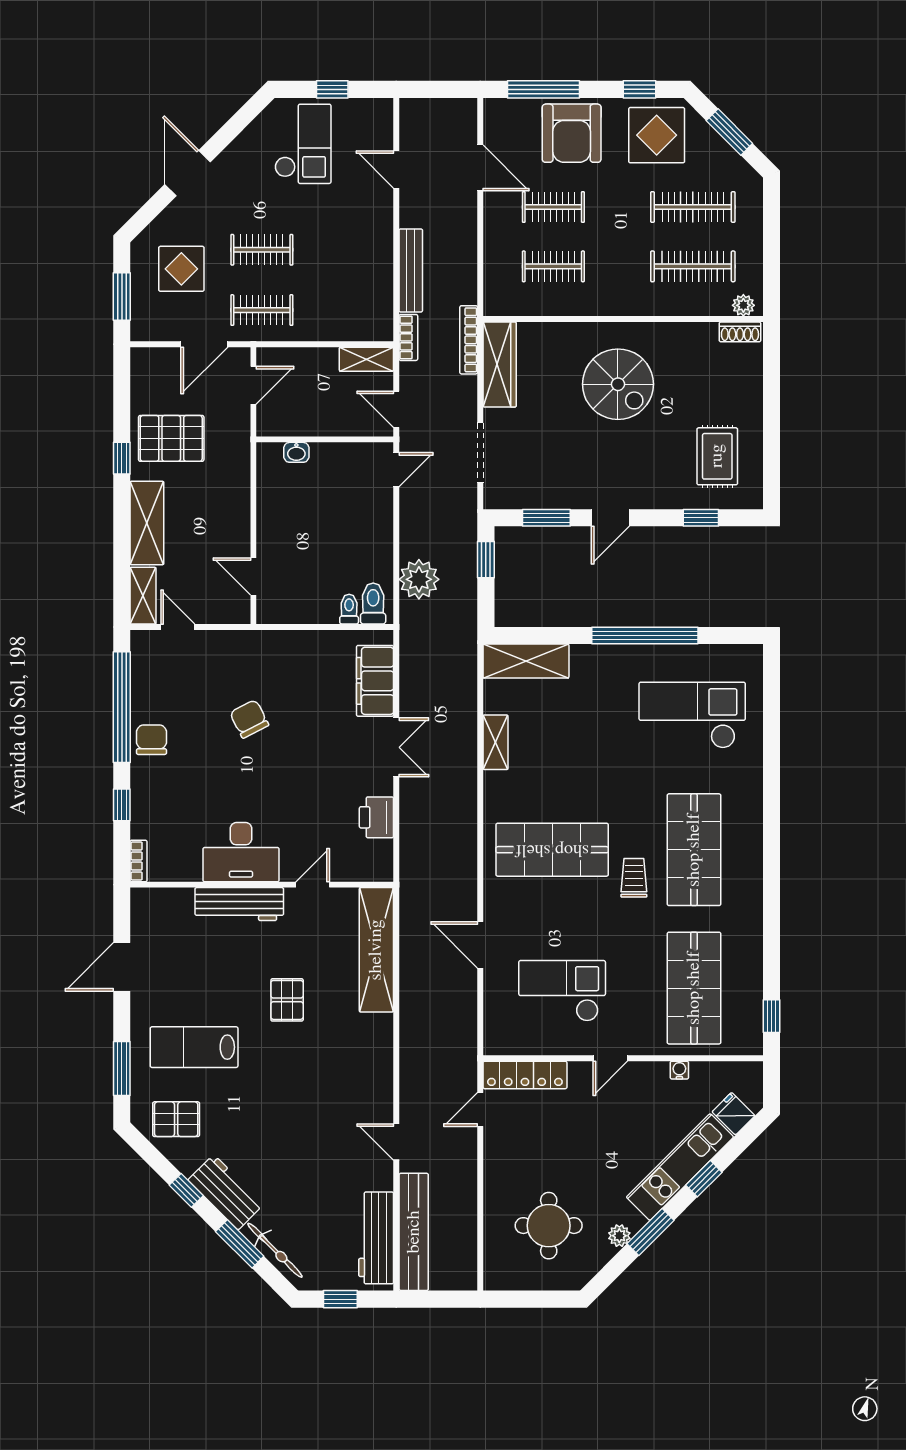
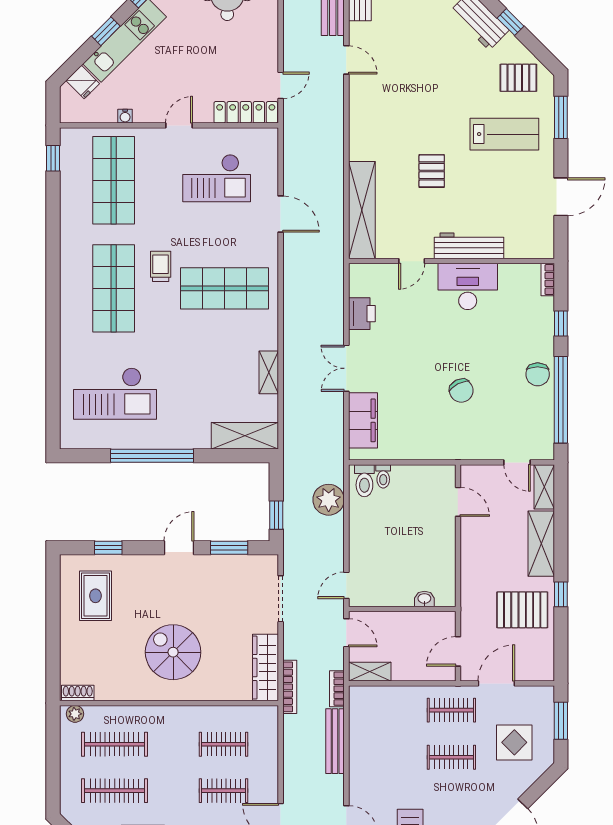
trolley: (634, 878) -> (161, 266), turned 180

